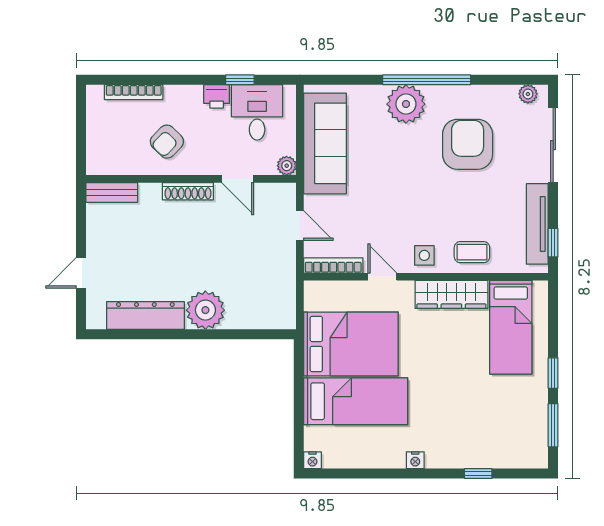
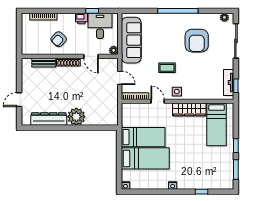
plant: (406, 104) -> (168, 22), removed
armchair: (468, 144) -> (197, 41), turned 180
bench: (112, 192) -> (44, 63), moved
tv unit: (537, 224) -> (229, 82), width x0.71
coffee table: (472, 252) -> (167, 68), moved
bed: (351, 344) -> (143, 137), width x0.67

